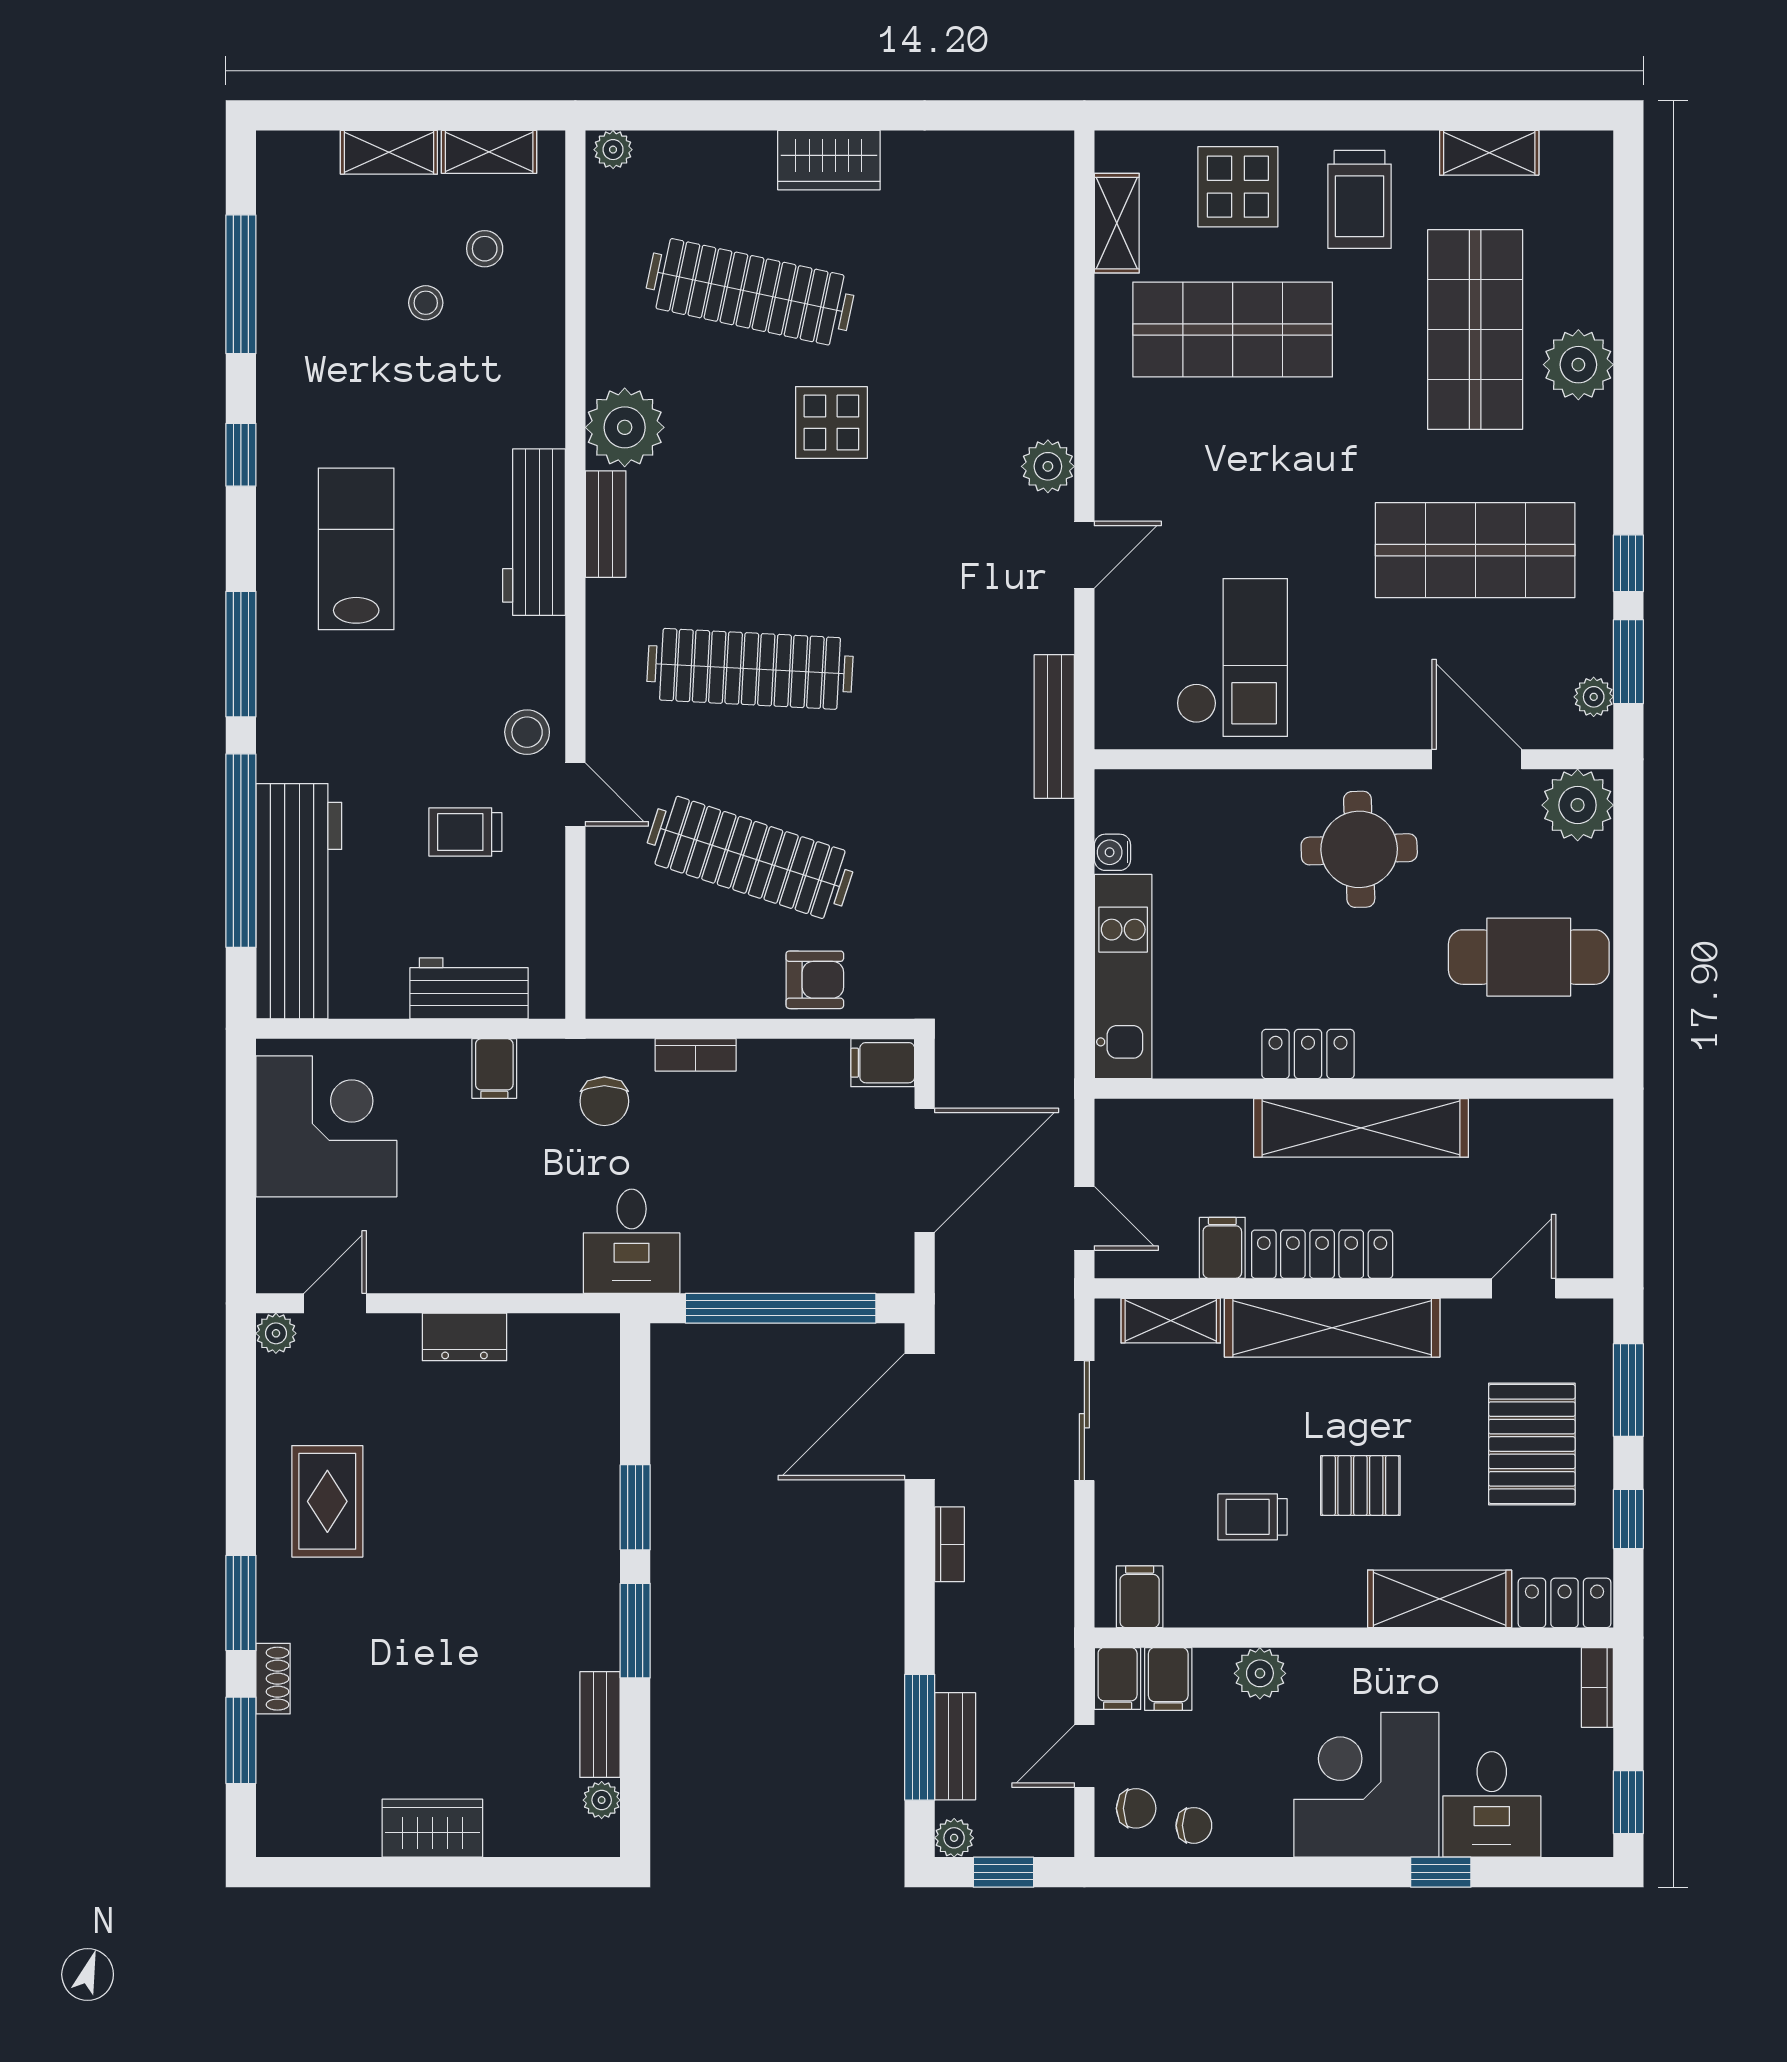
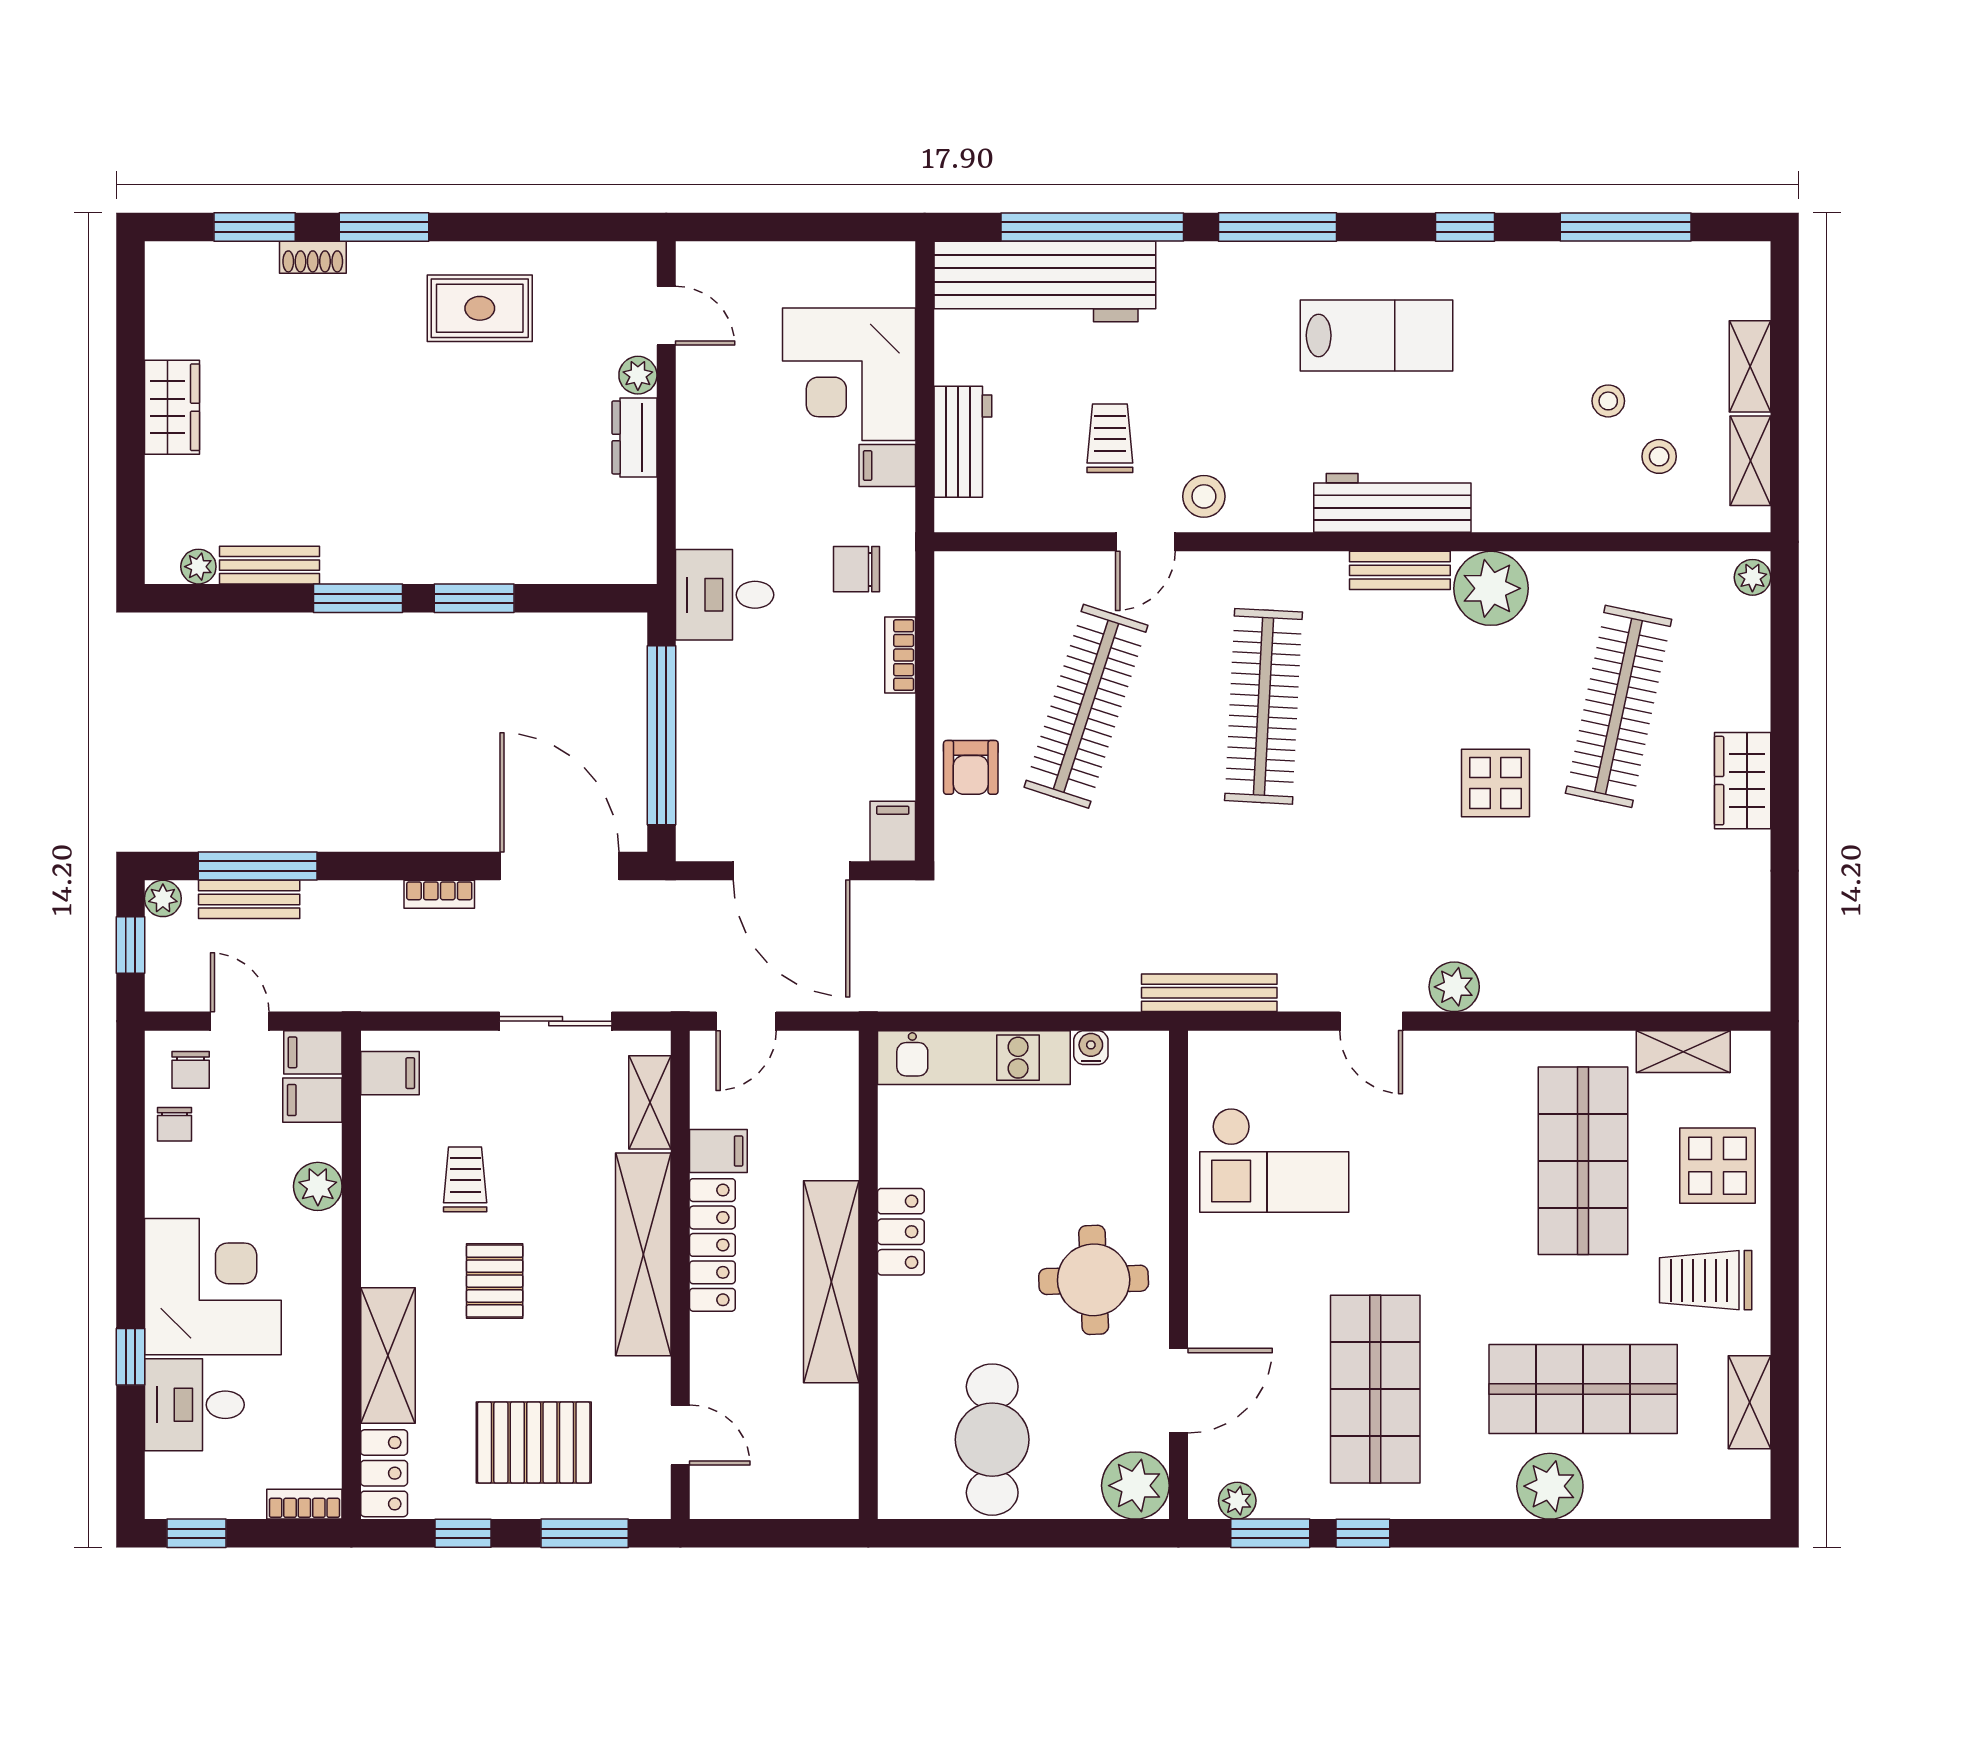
corner desk: (326, 1126) -> (849, 374), moved, turned 90
plant: (276, 1333) -> (638, 375), moved

